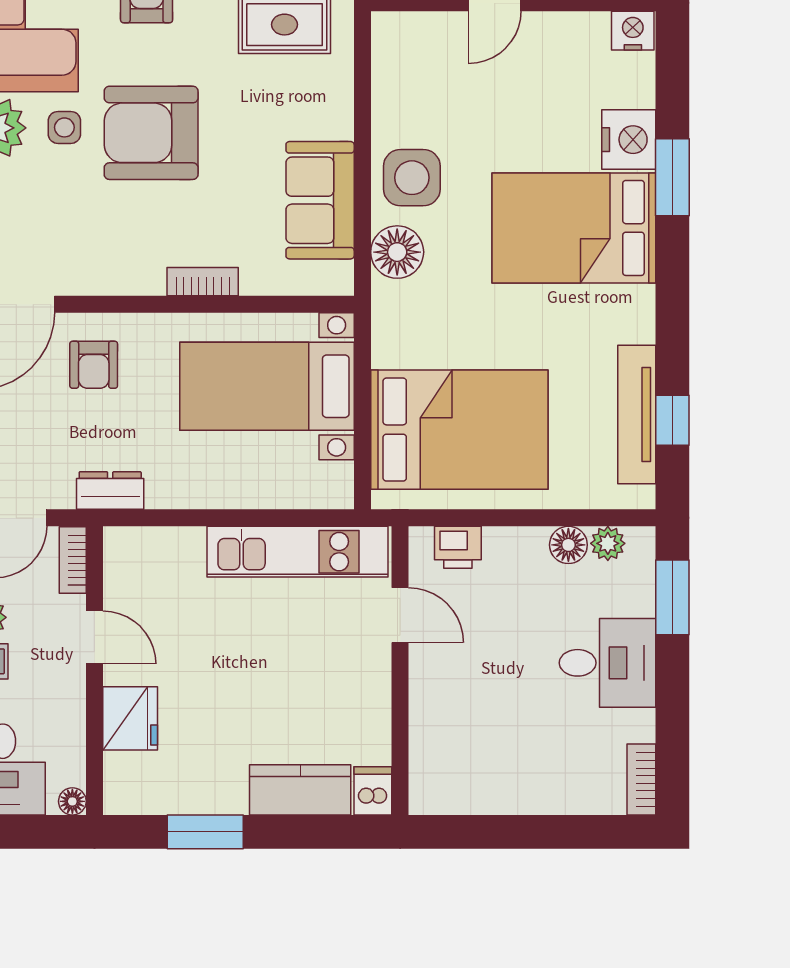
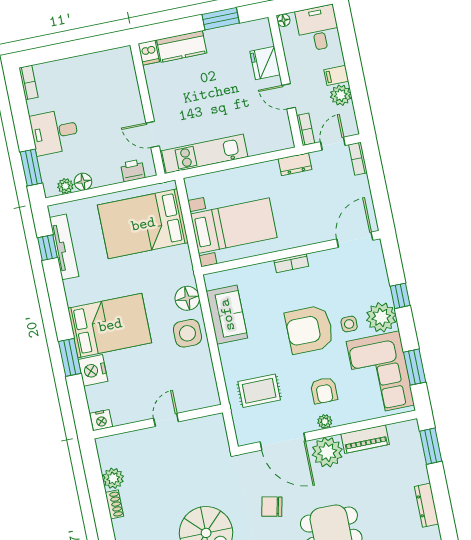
armchair: (151, 133) -> (309, 330), turned 180
bookcase: (203, 282) -> (291, 263), moved
armchair: (94, 365) -> (314, 219), removed

